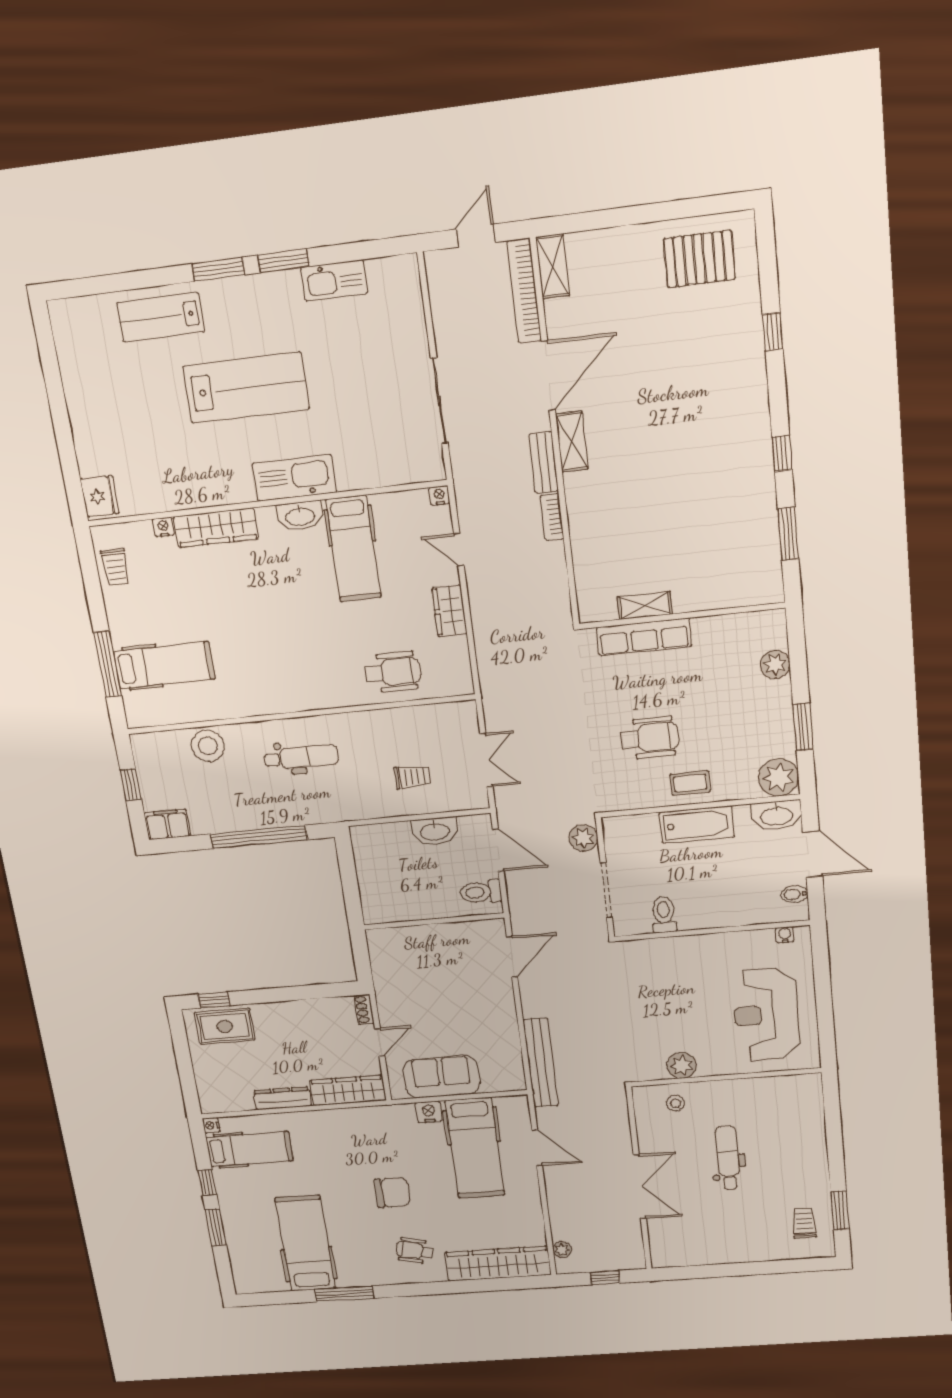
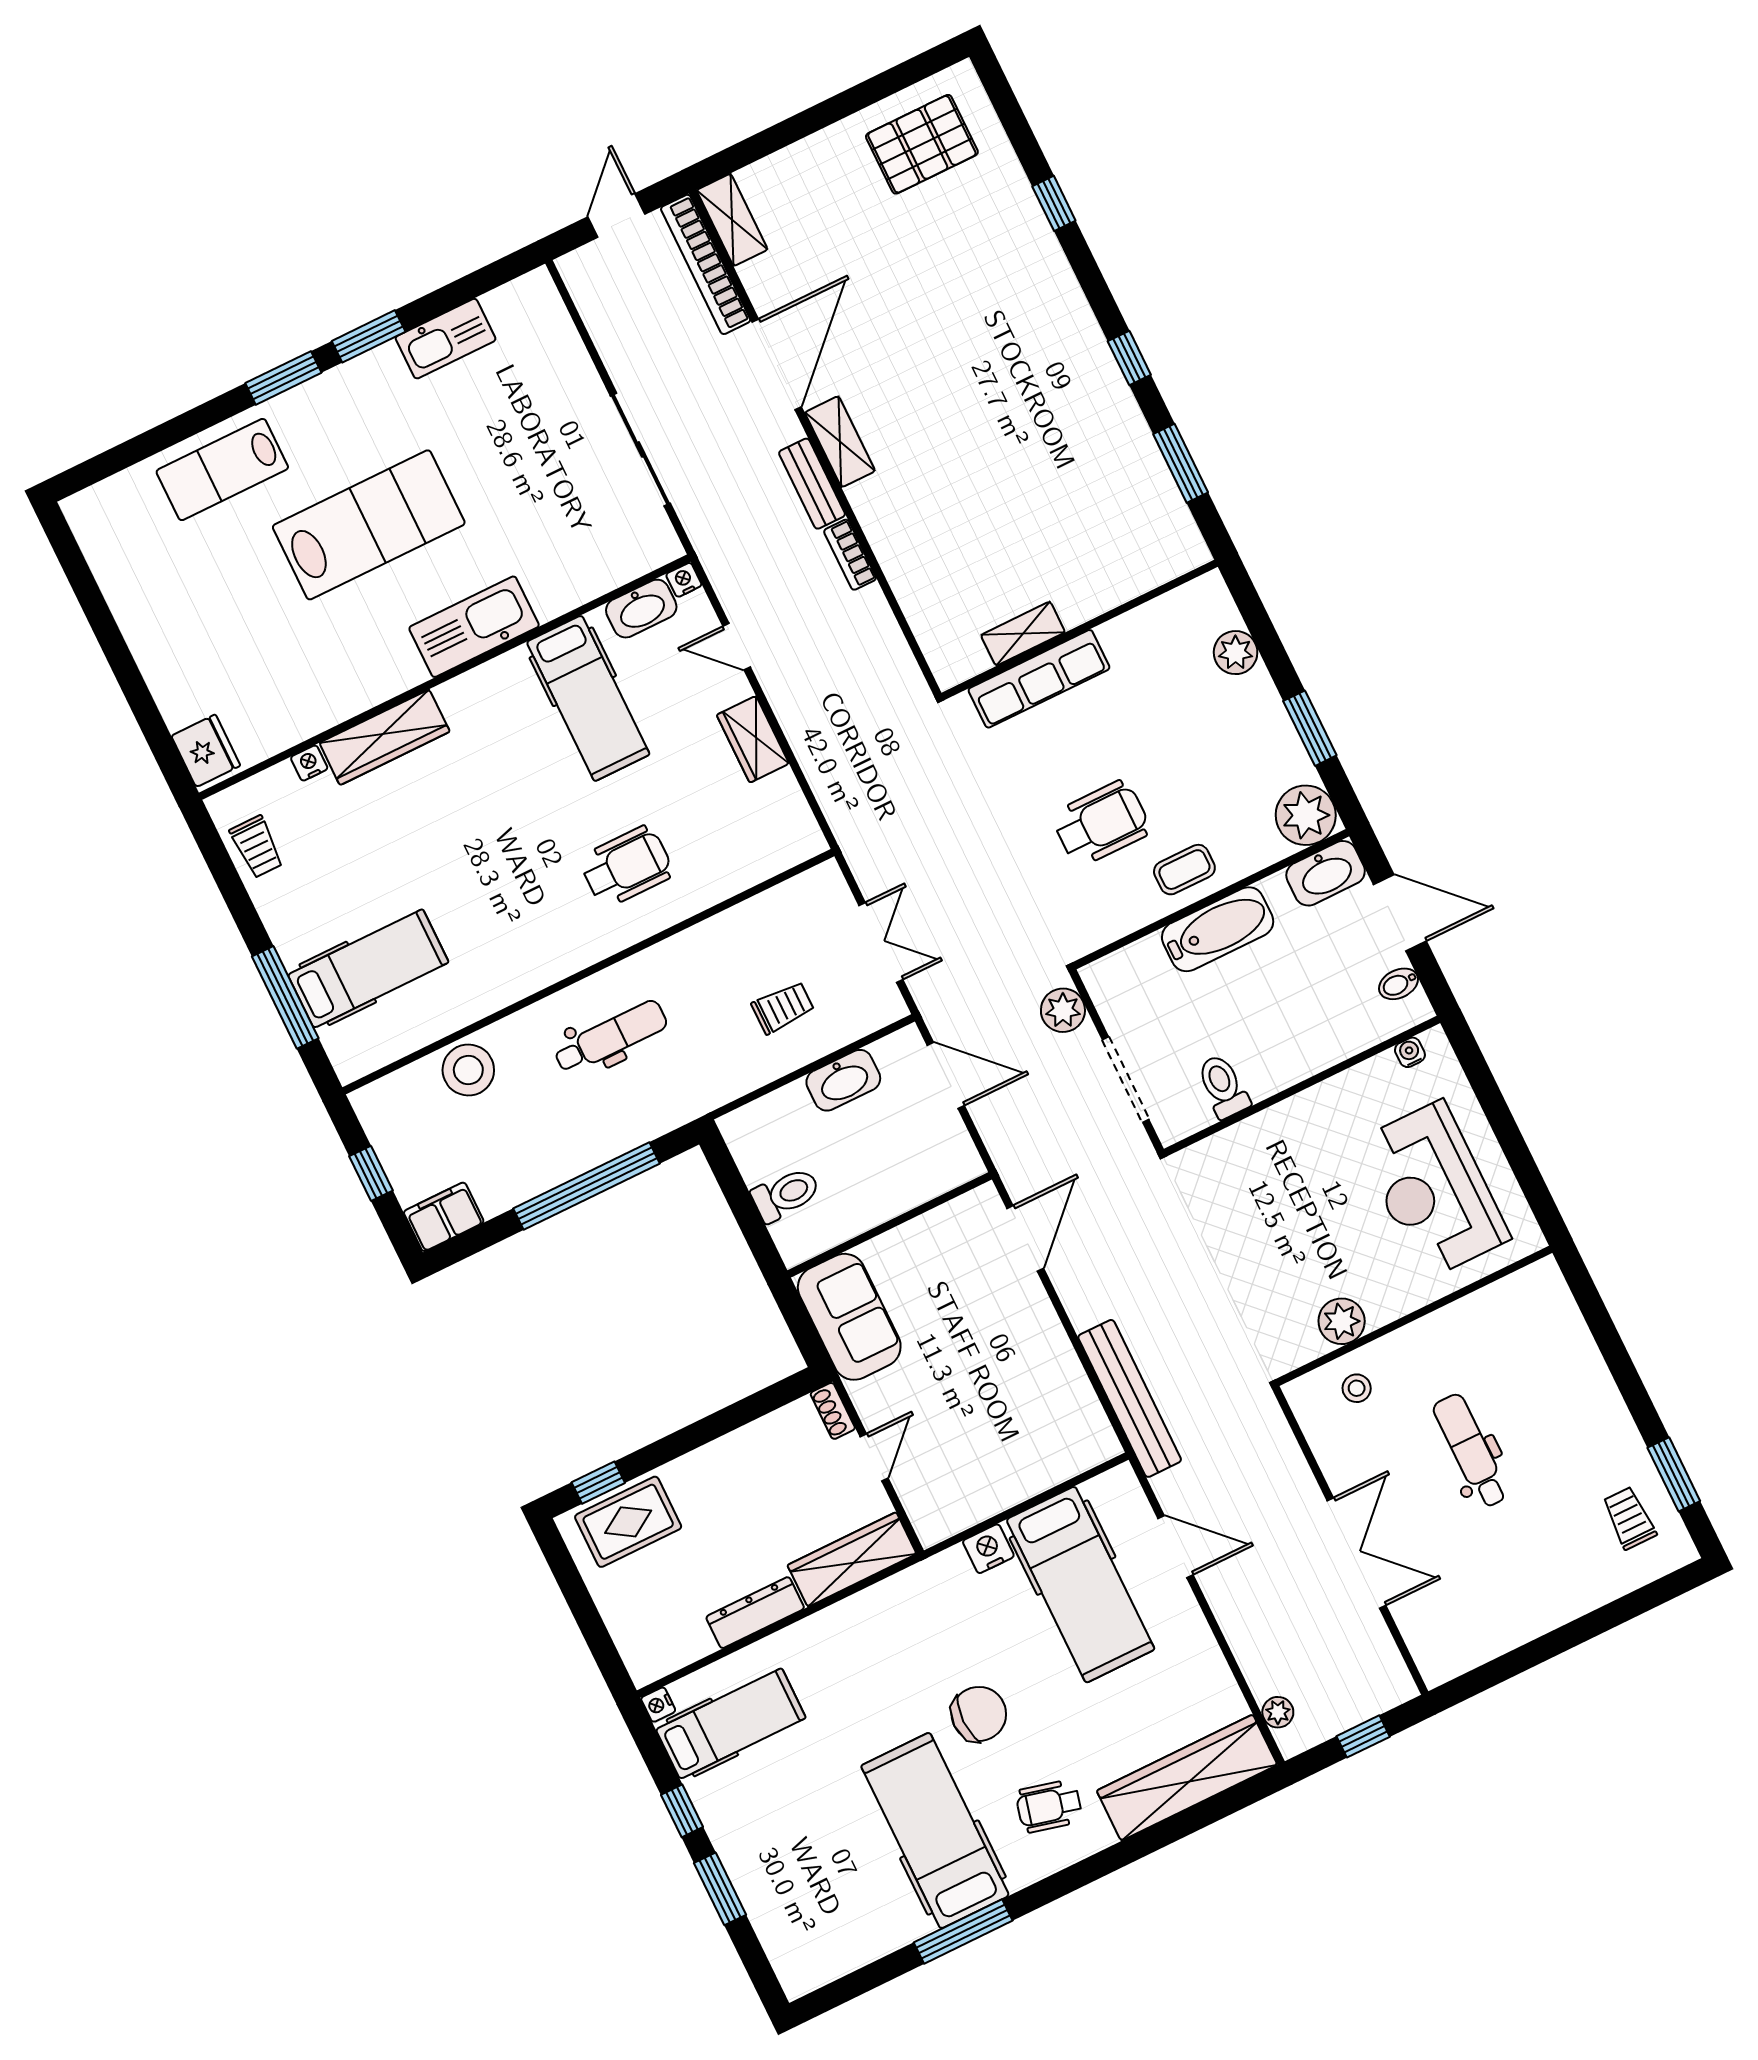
washbasin: (300, 516) -> (641, 609), moved
wheelchair: (393, 672) -> (626, 866), moved
toilet: (481, 892) -> (786, 1194), moved, turned 180
sofa: (441, 1077) -> (849, 1317), moved, turned 90
hospital bed: (305, 1243) -> (935, 1831), moved

